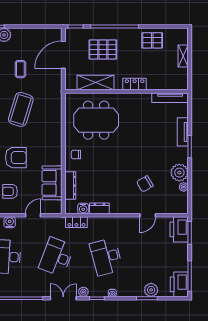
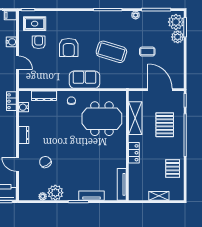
meeting table: (96, 120) -> (102, 119), turned 90
sofa: (52, 183) -> (84, 80), moved
dresser: (99, 208) -> (24, 135), moved

